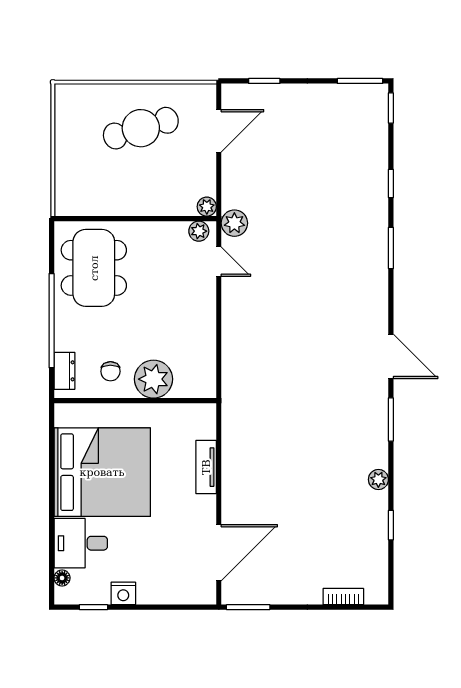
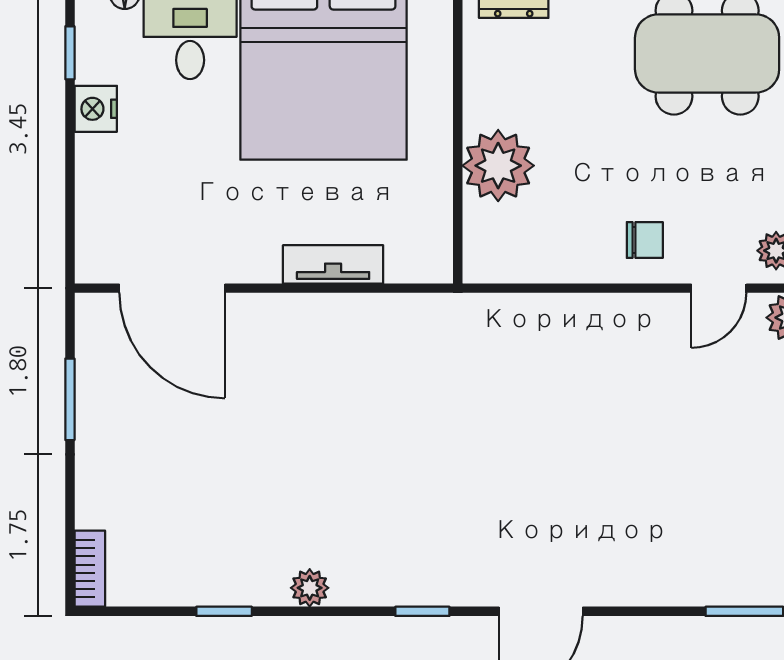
chair: (110, 371) -> (645, 240), moved, turned 180
window: (391, 419) -> (422, 611), width x0.67
bookcase: (343, 597) -> (90, 569), moved
window: (248, 607) -> (70, 399), moved

